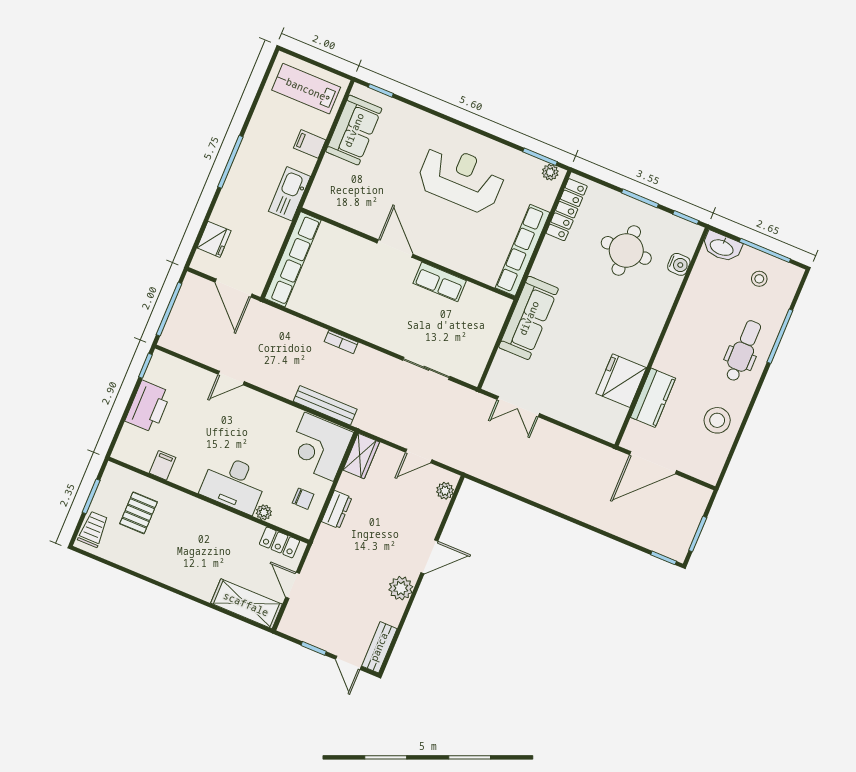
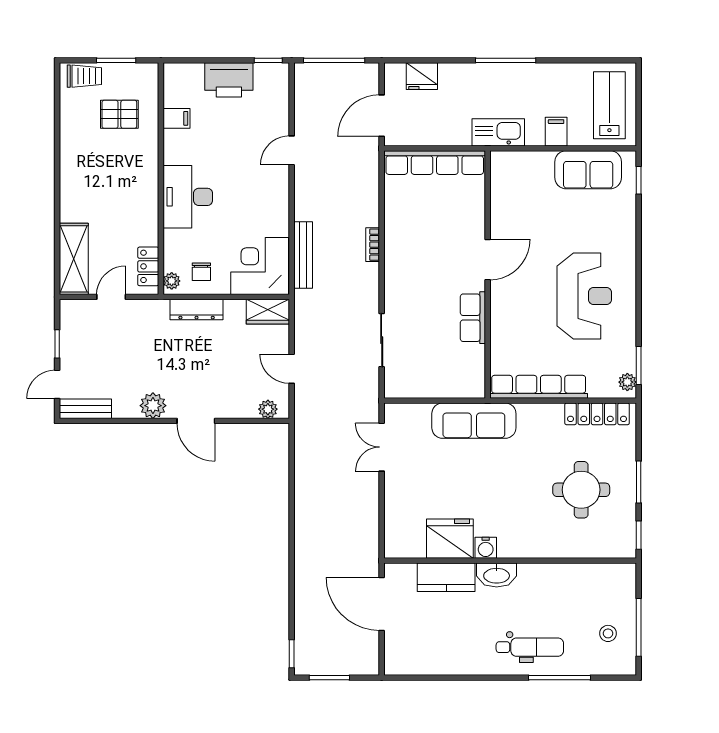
washbasin: (722, 247) -> (497, 575), moved, turned -90
water cooler: (679, 264) -> (486, 548), moved
door: (231, 378) -> (292, 150), hinge flipped
stool: (717, 420) -> (450, 650), removed
dresser: (337, 510) -> (197, 310), width x1.44
plant: (264, 512) -> (172, 281), moved

